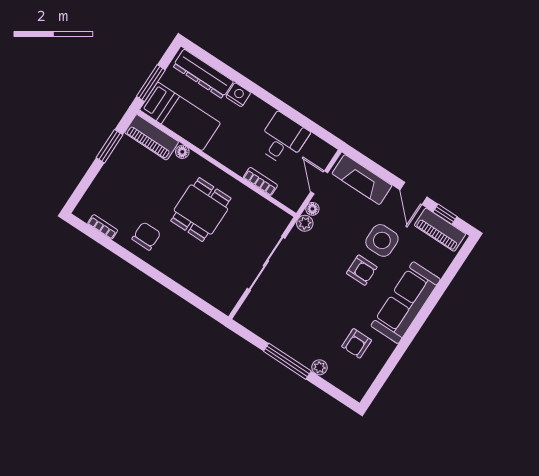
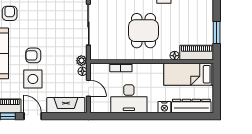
window: (151, 83) -> (217, 82), removed
desk: (283, 139) -> (129, 99), width x1.37

